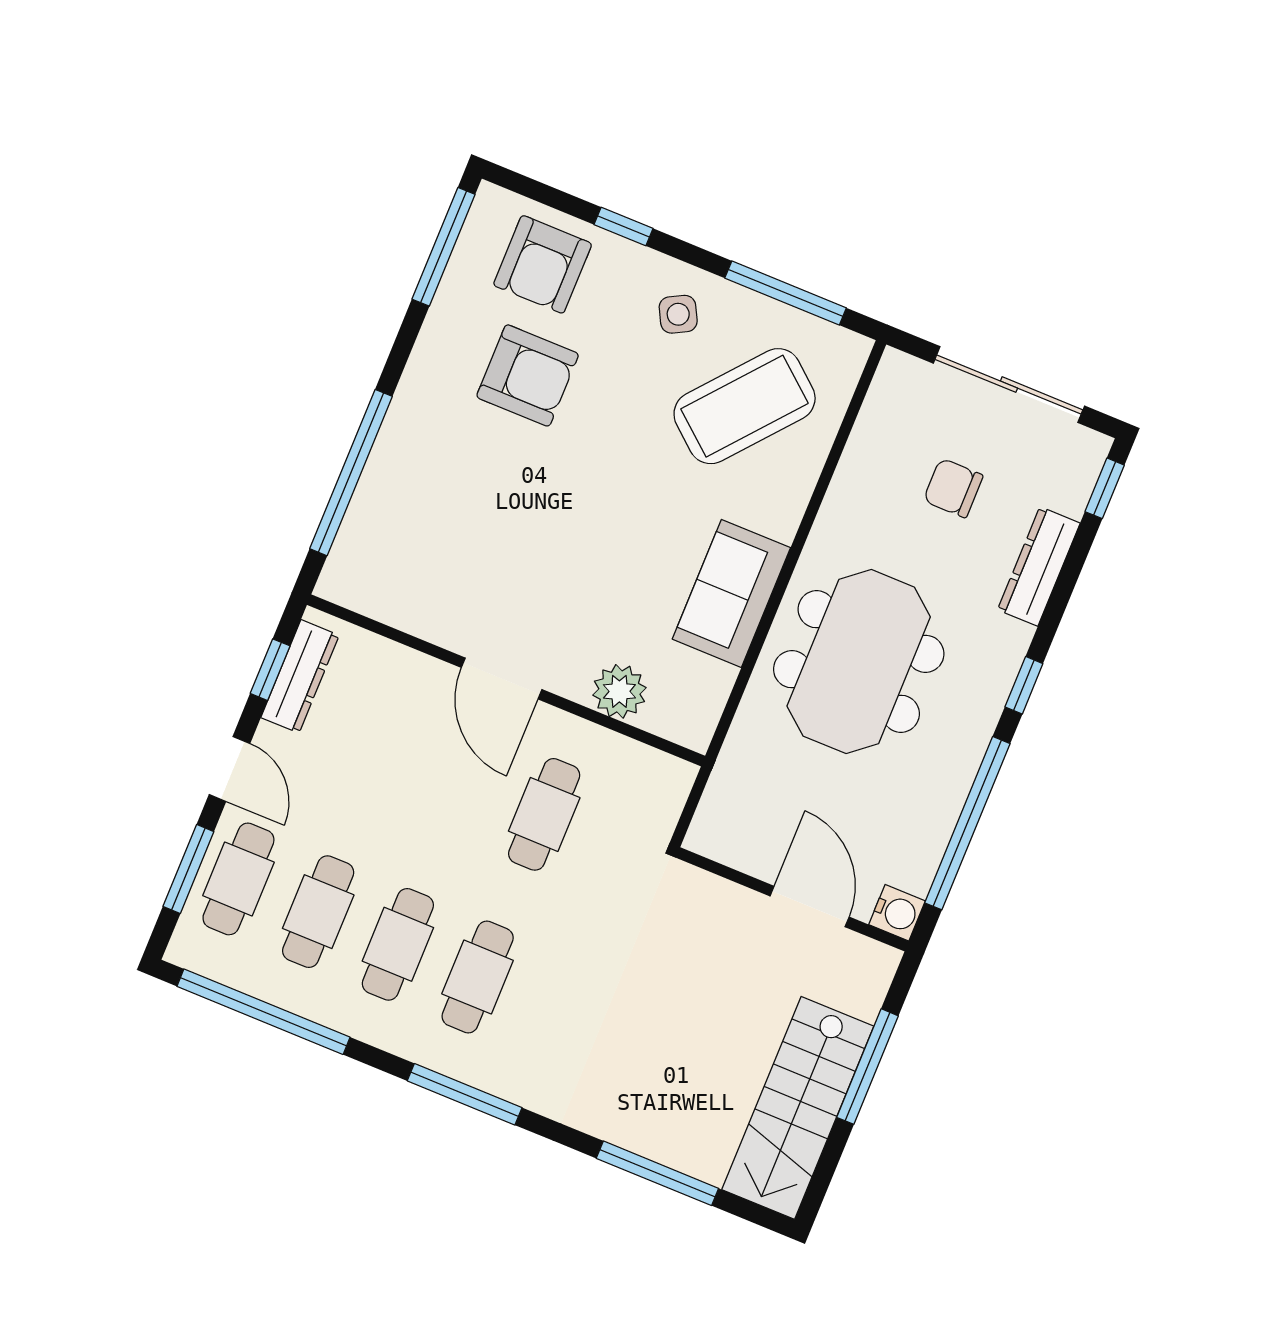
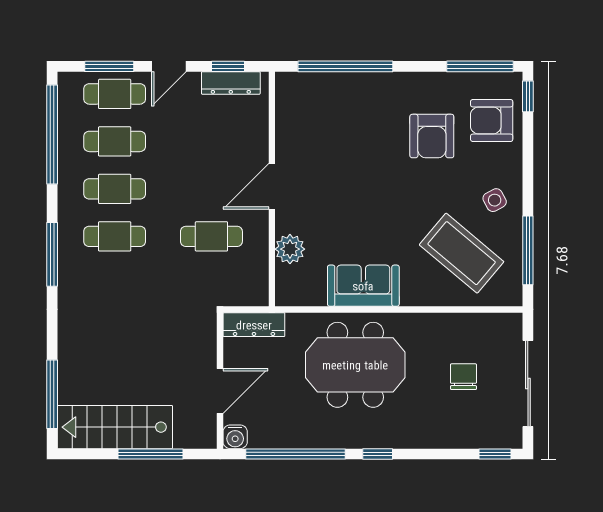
window: (624, 227) -> (528, 96), moved
dresser: (1039, 566) -> (254, 325), moved, turned 180
window: (657, 1173) -> (52, 394), moved

